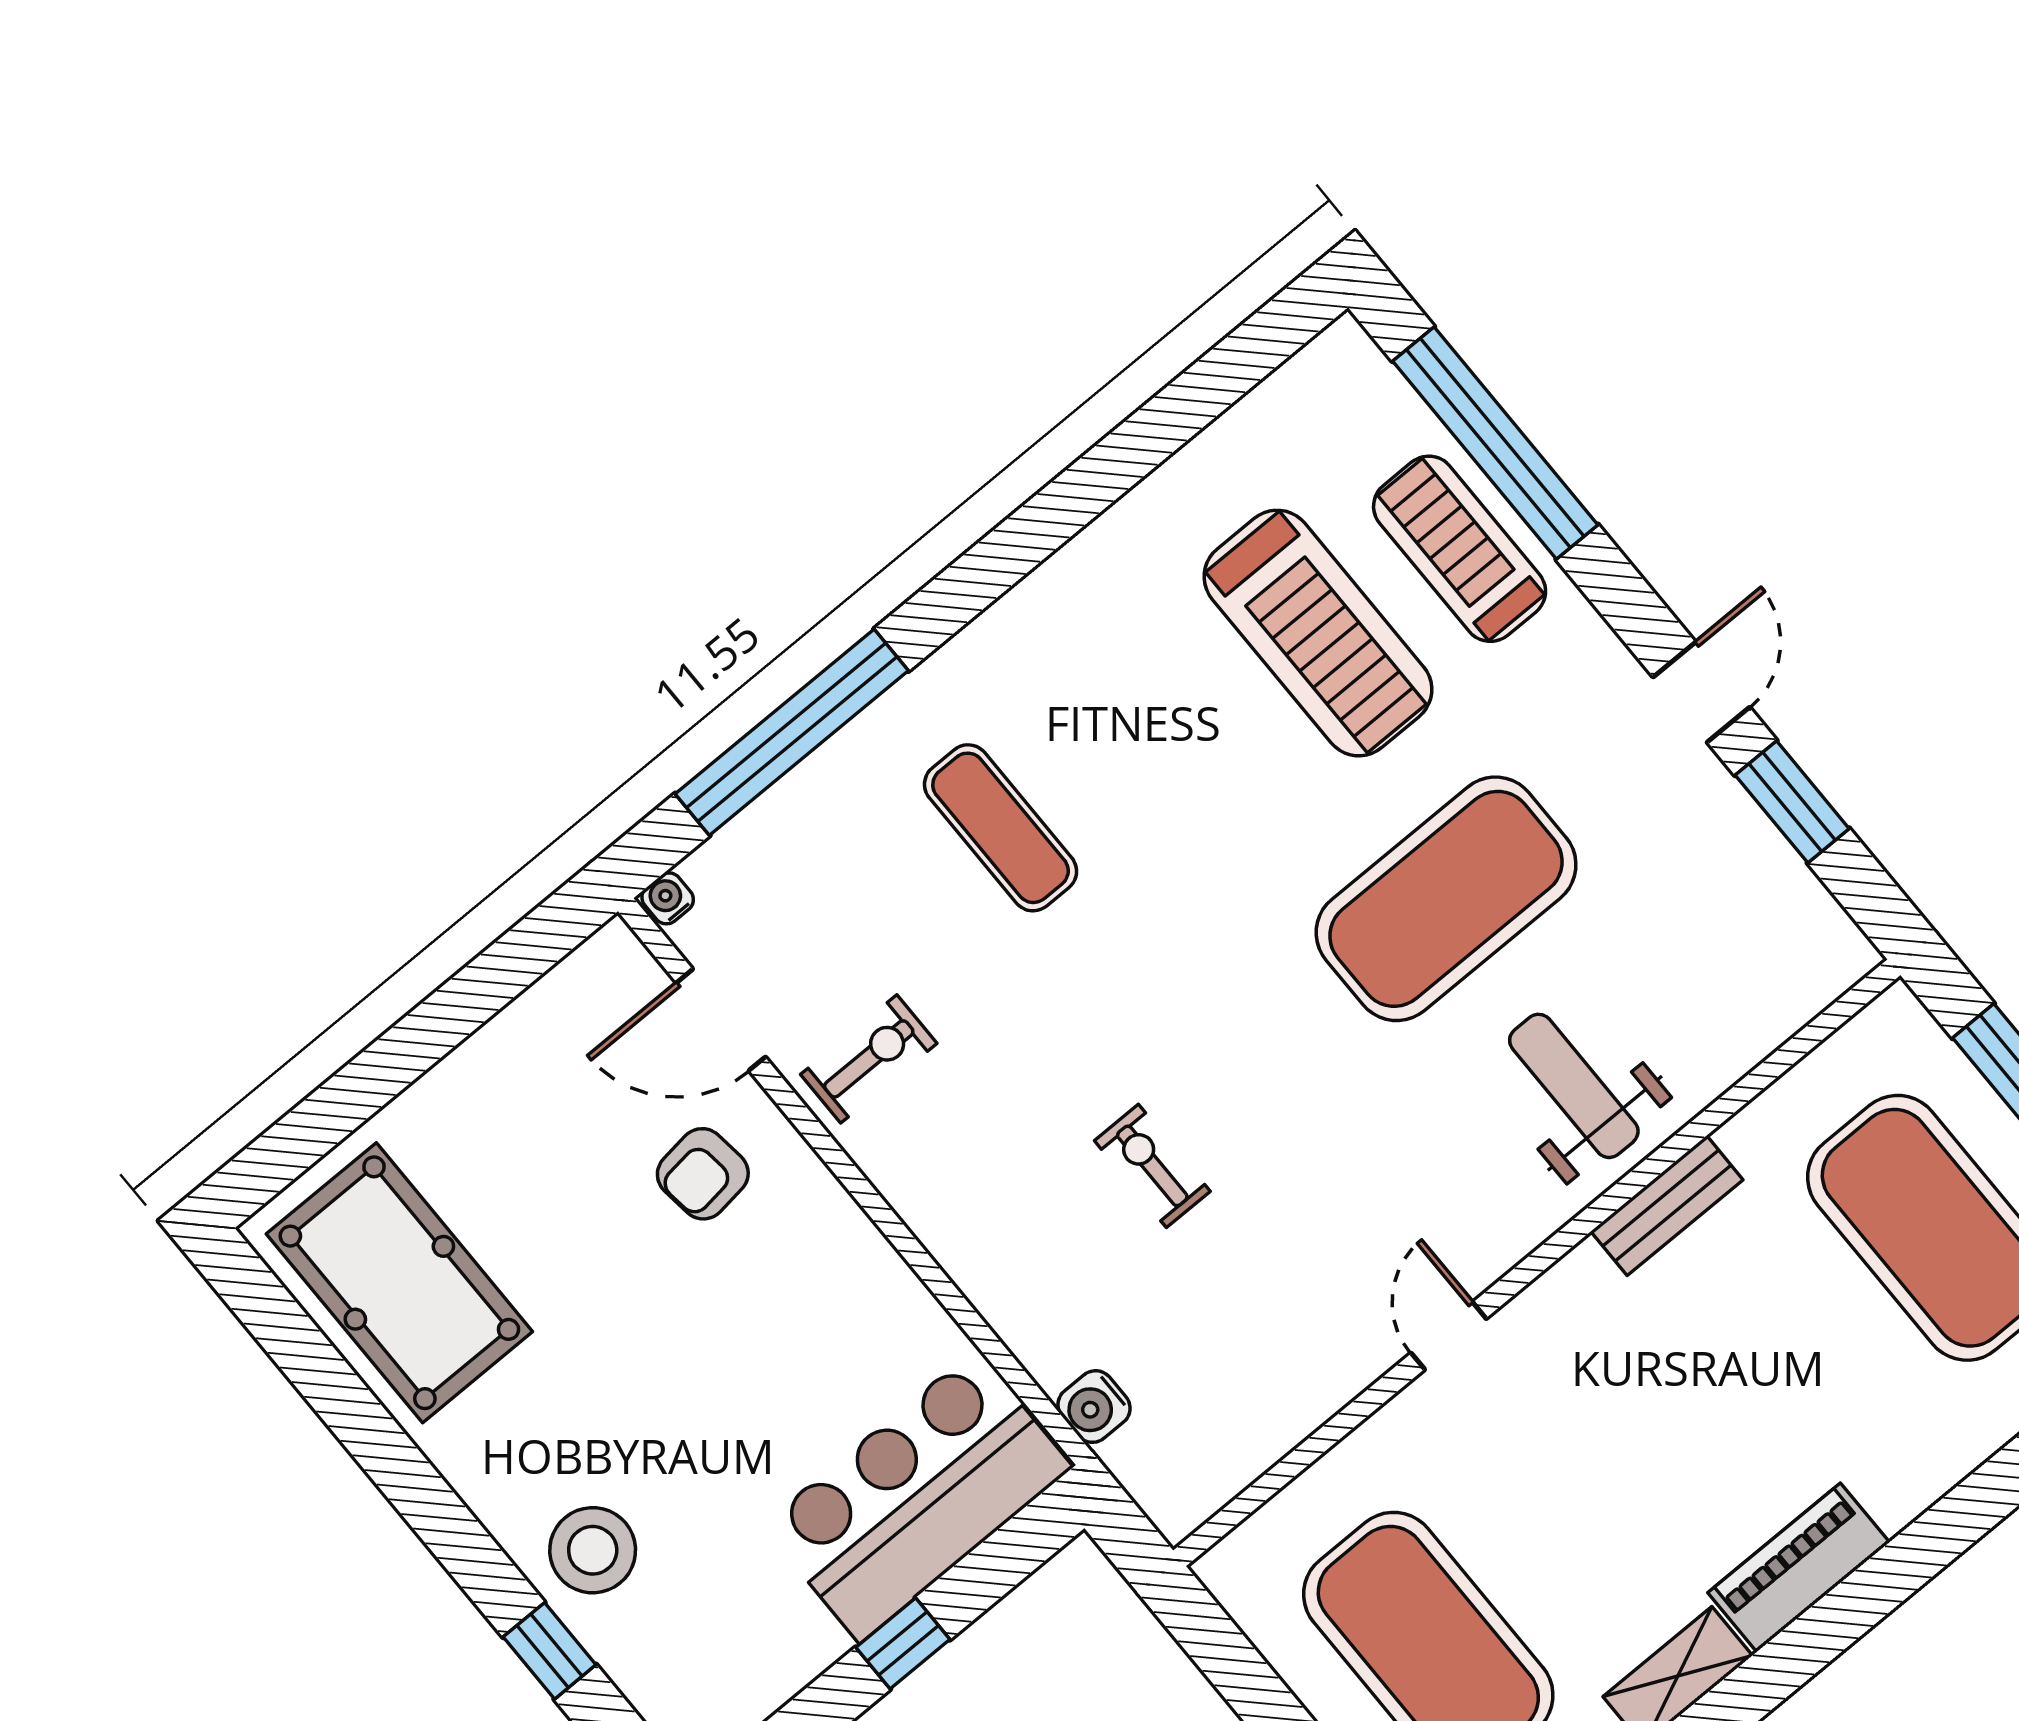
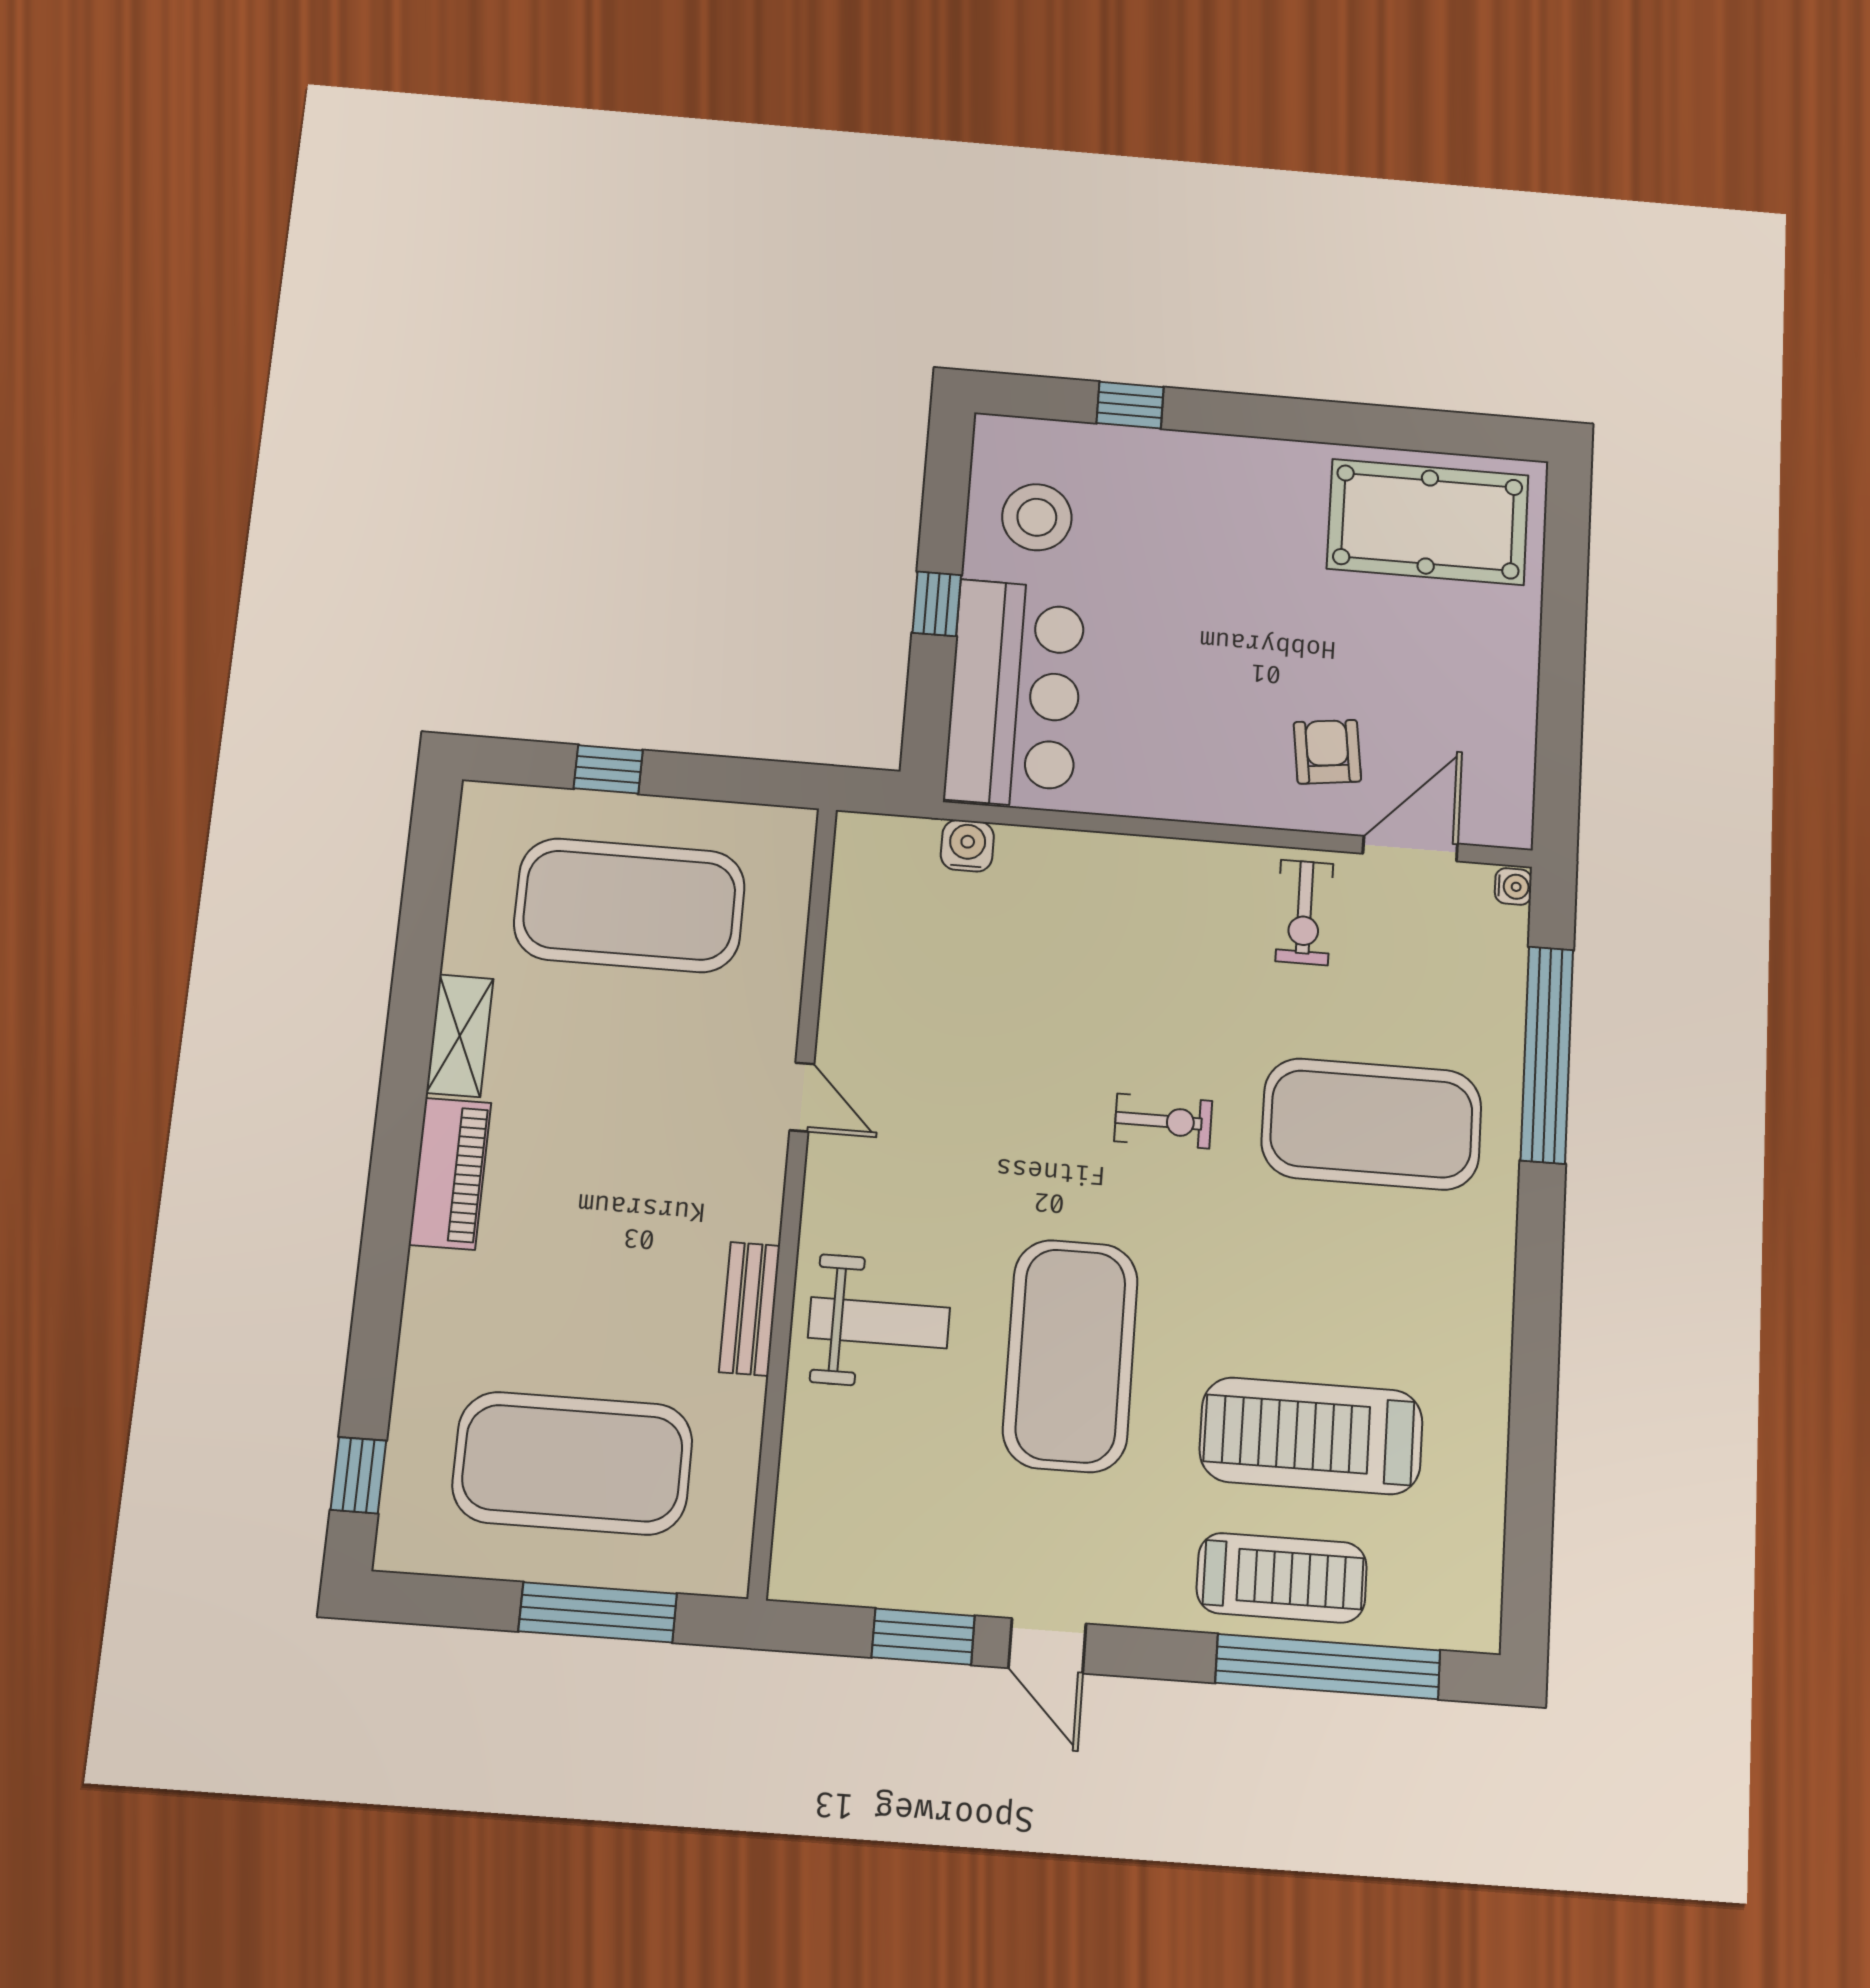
exercise mat: (1001, 828) -> (1371, 1124), width x2.00, depth x1.45
exercise bike: (1152, 1166) -> (1163, 1121), moved
stool: (593, 1550) -> (1037, 517), moved

